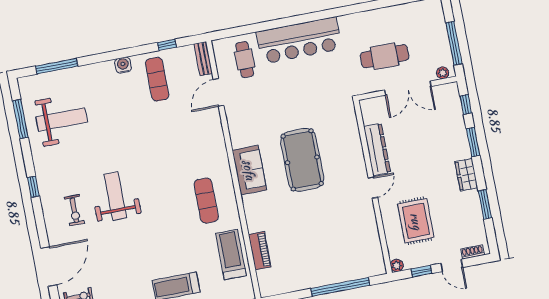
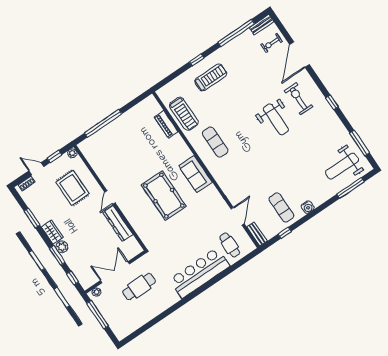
weight bench: (62, 119) -> (342, 166), moved
plant: (462, 150) -> (62, 247), added
exercise bike: (74, 210) -> (299, 99), width x1.38, depth x1.39

